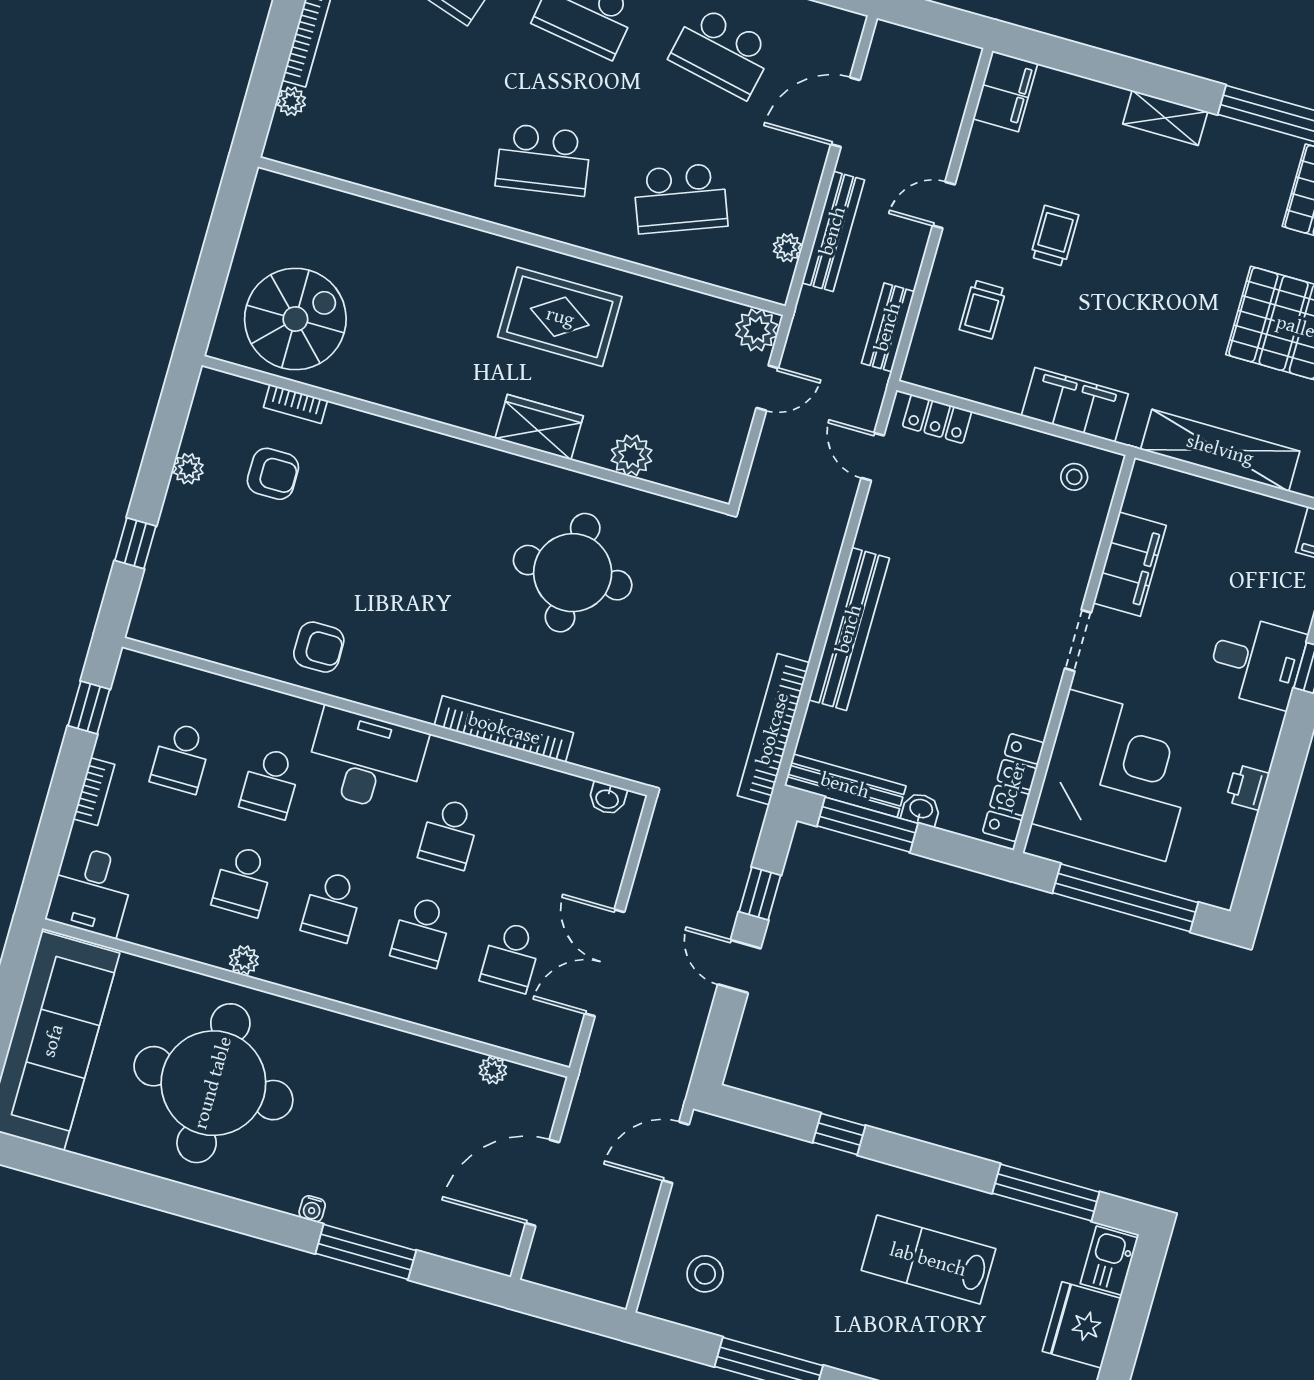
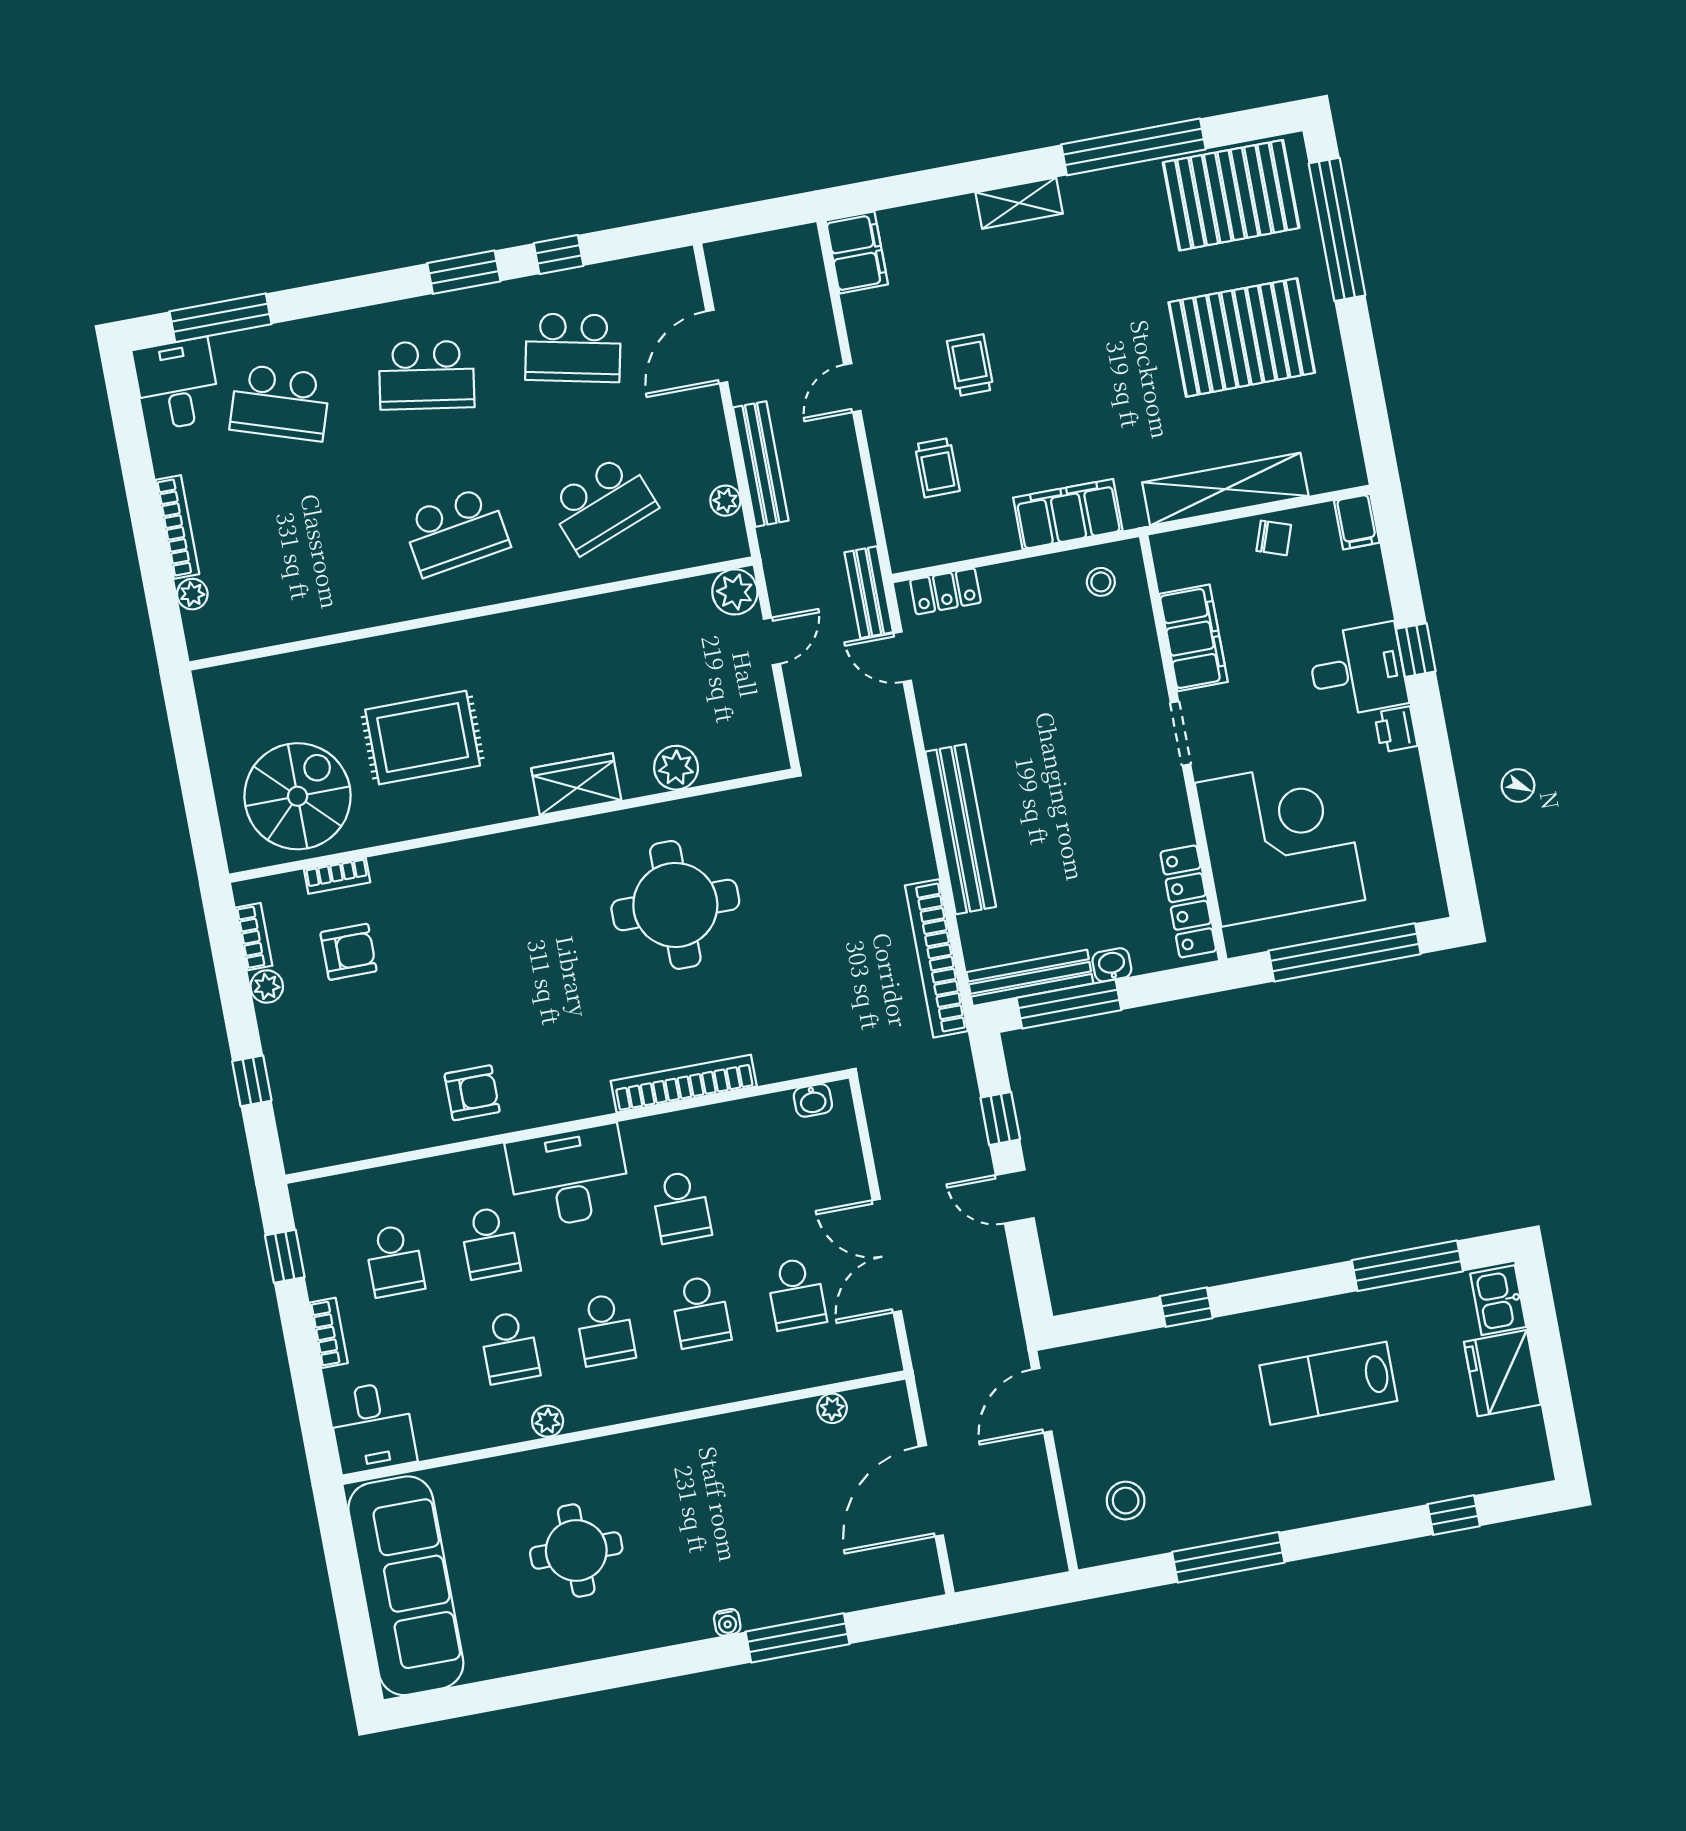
rug: (560, 317) -> (423, 738), moved
bench: (888, 327) -> (869, 592), moved
bookcase: (198, 421) -> (254, 937), added
chair: (1241, 513) -> (1274, 538), added
printer: (1247, 787) -> (1396, 729), moved
round table: (213, 1083) -> (576, 1550), width x0.54, depth x0.54

